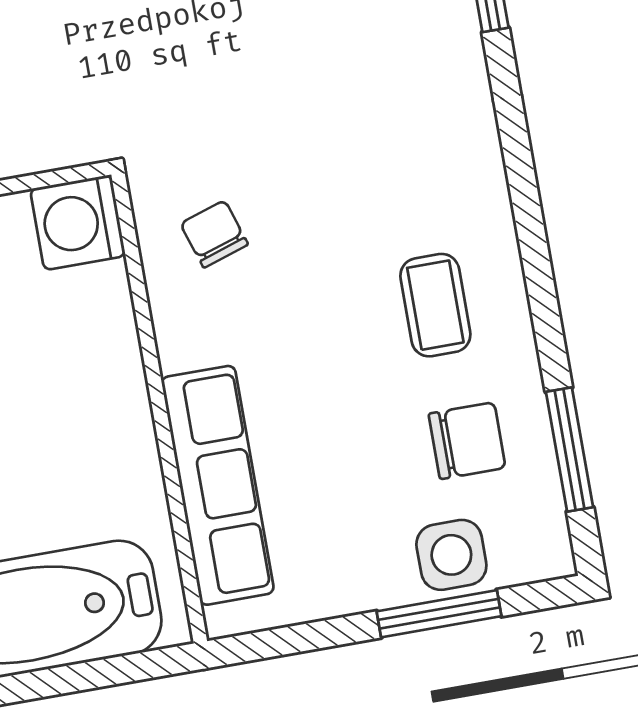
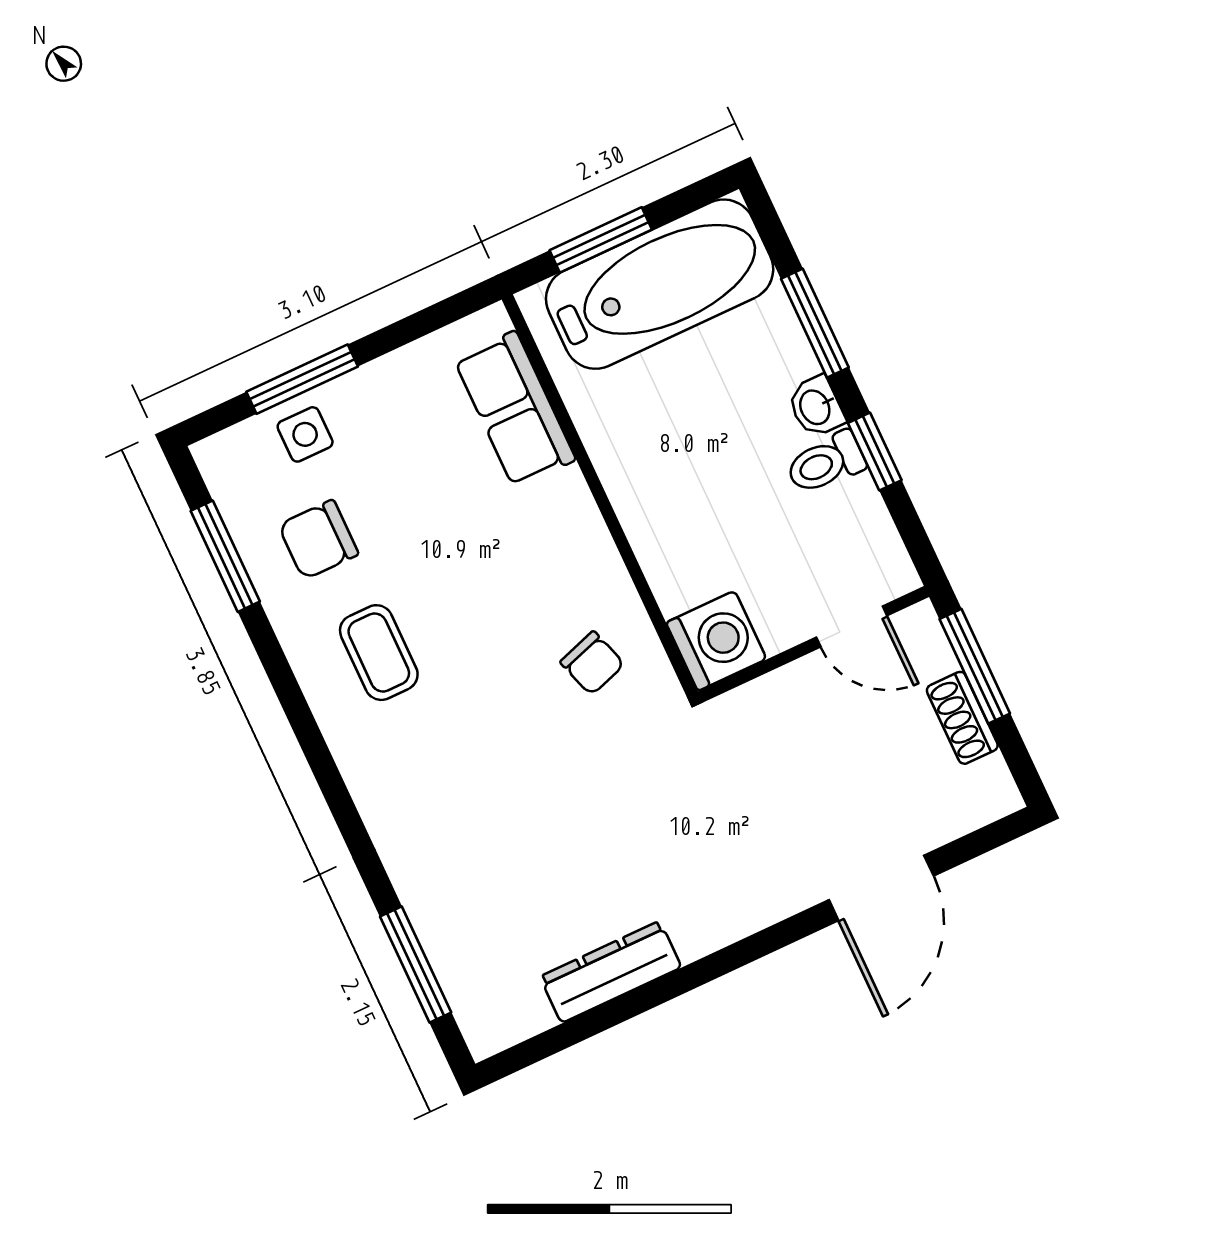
row of seats: (218, 485) -> (515, 409), width x0.68
side table: (451, 555) -> (305, 434), width x0.73, depth x0.73
window: (86, 676) -> (601, 240), added

